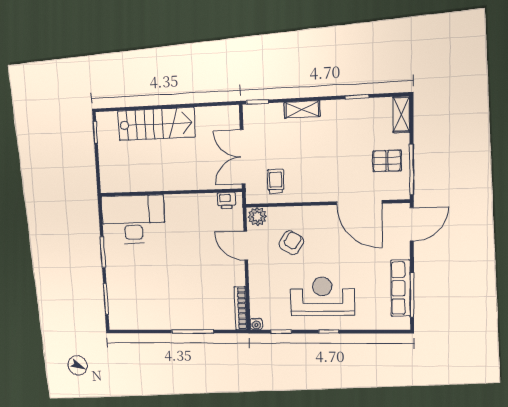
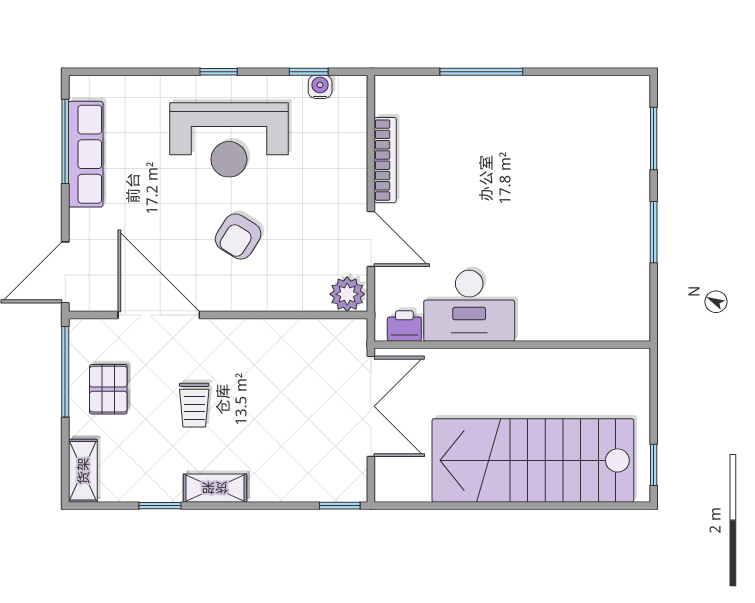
shelving: (302, 109) -> (215, 488), moved
stairs: (156, 124) -> (533, 460), width x1.36, depth x1.51
pallet: (387, 161) -> (108, 389), turned 90
trolley: (276, 181) -> (194, 405), moved
desk: (133, 219) -> (469, 306), moved, width x0.73, depth x0.77
armchair: (291, 243) -> (238, 237), moved
bookcase: (241, 308) -> (385, 160), moved
water cooler: (256, 324) -> (320, 87), moved

